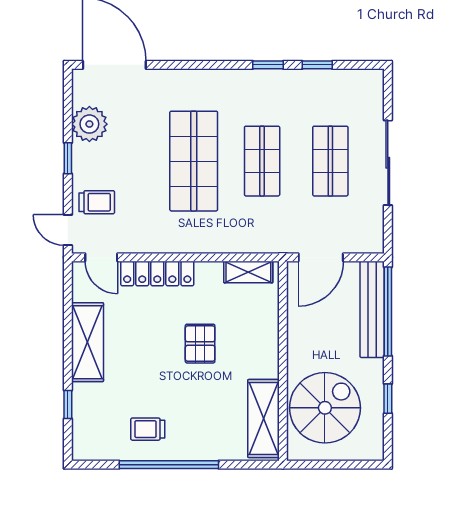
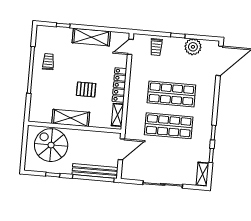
shelving: (359, 80) -> (202, 174), added
shop shelf: (262, 161) -> (169, 126), width x1.43, depth x1.36
shop shelf: (330, 161) -> (166, 158), removed
door: (68, 230) -> (144, 32), removed
door: (321, 257) -> (121, 149), swing flipped
locker: (157, 273) -> (119, 85), moved
spiral stairs: (325, 408) -> (51, 145), turned 180
shelving: (263, 419) -> (71, 118), moved

